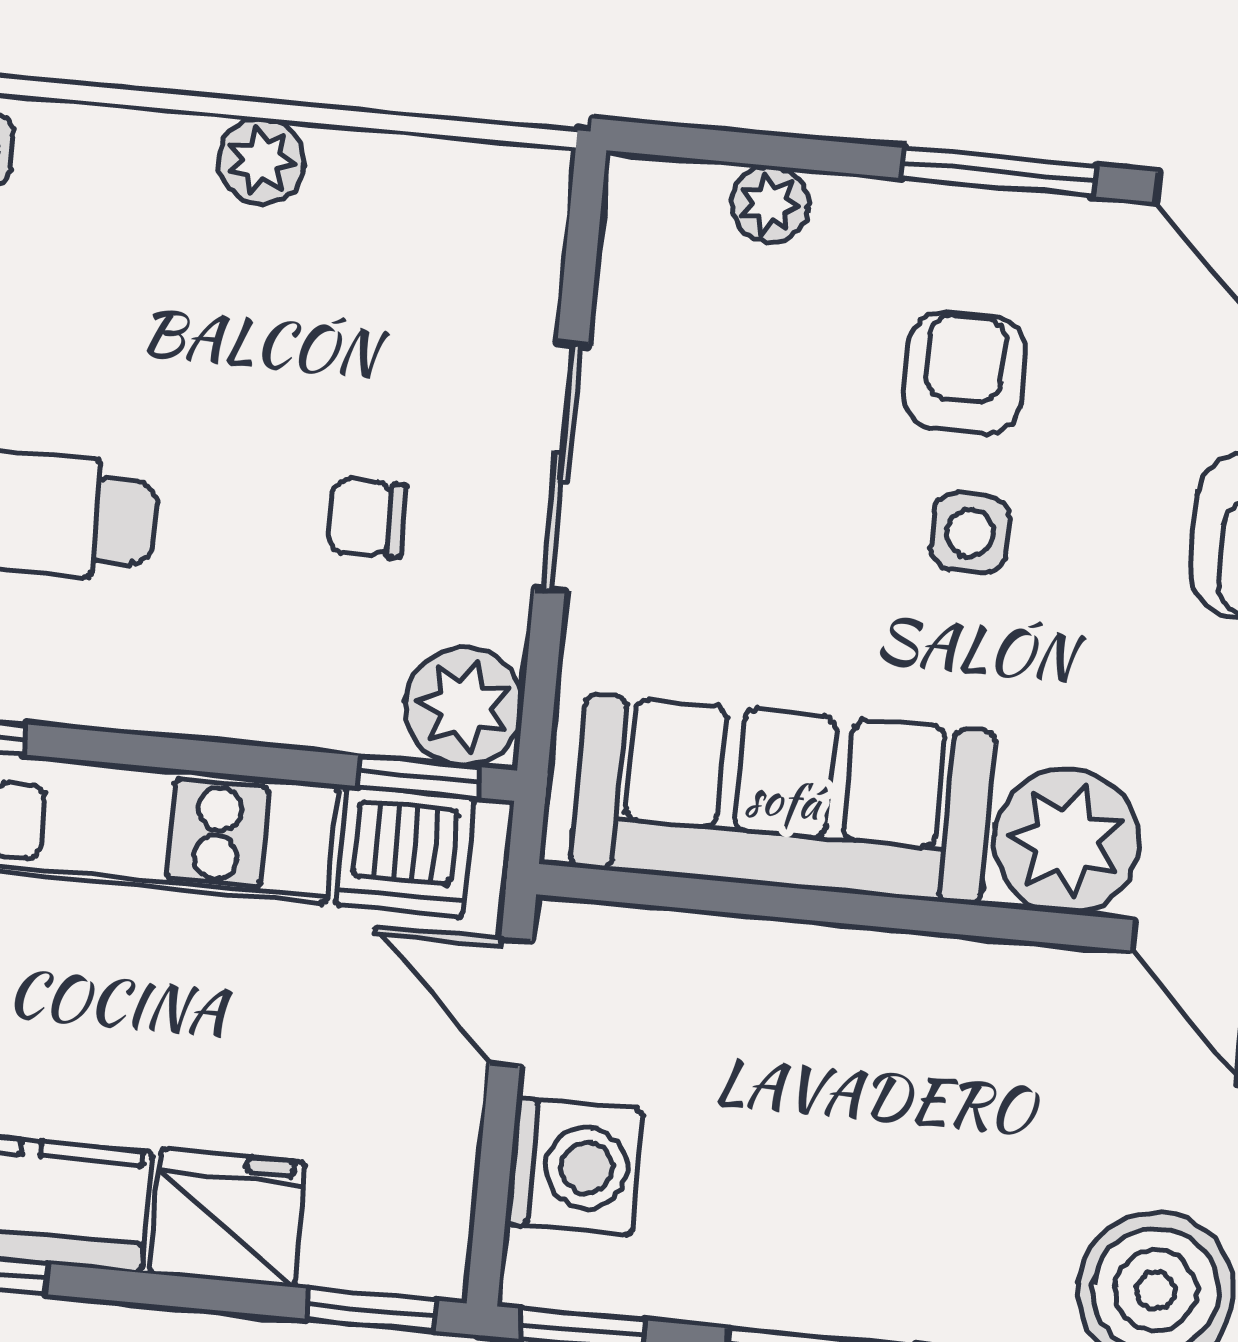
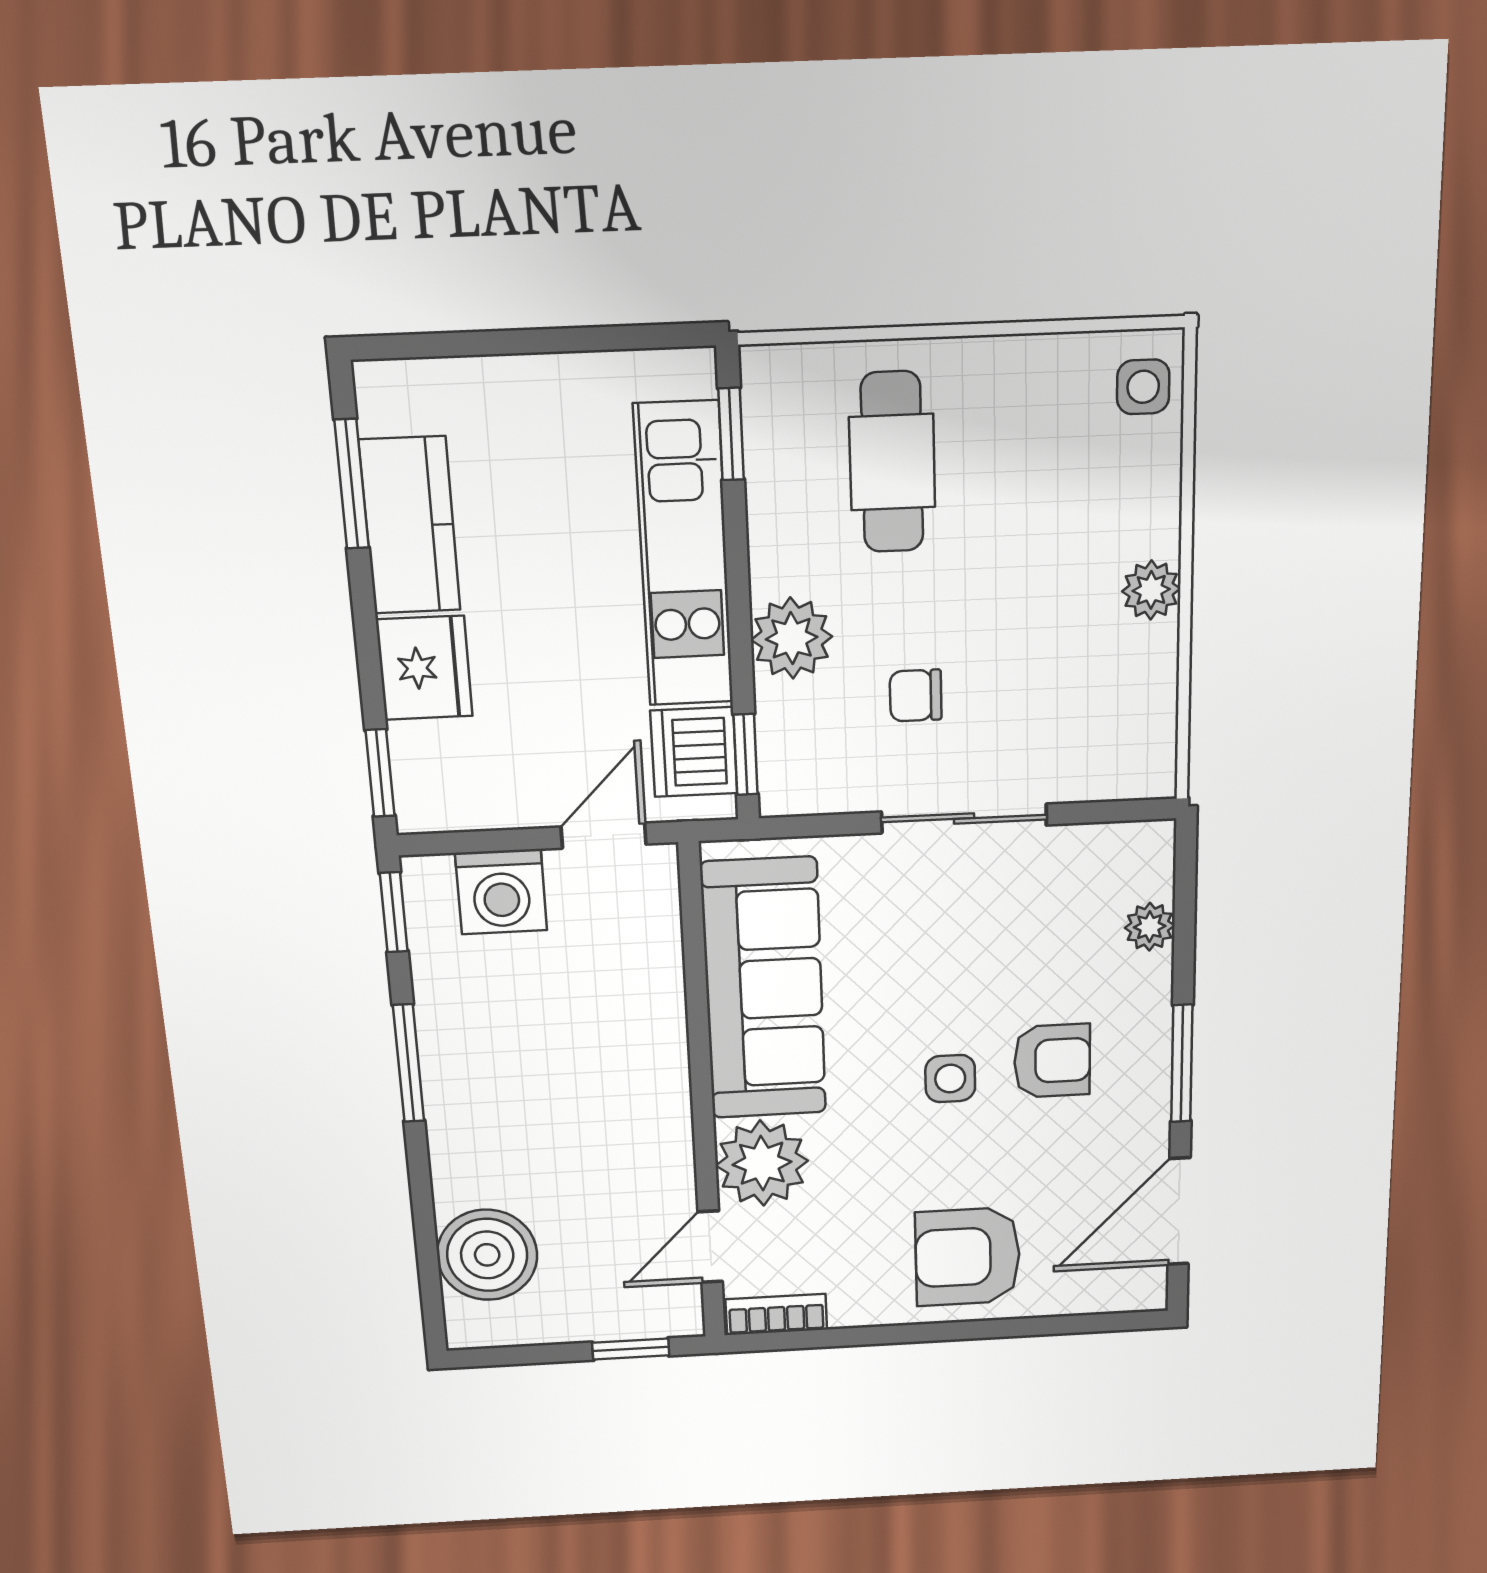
chair: (367, 518) -> (916, 696), turned -90
plant: (464, 706) -> (792, 638), moved

